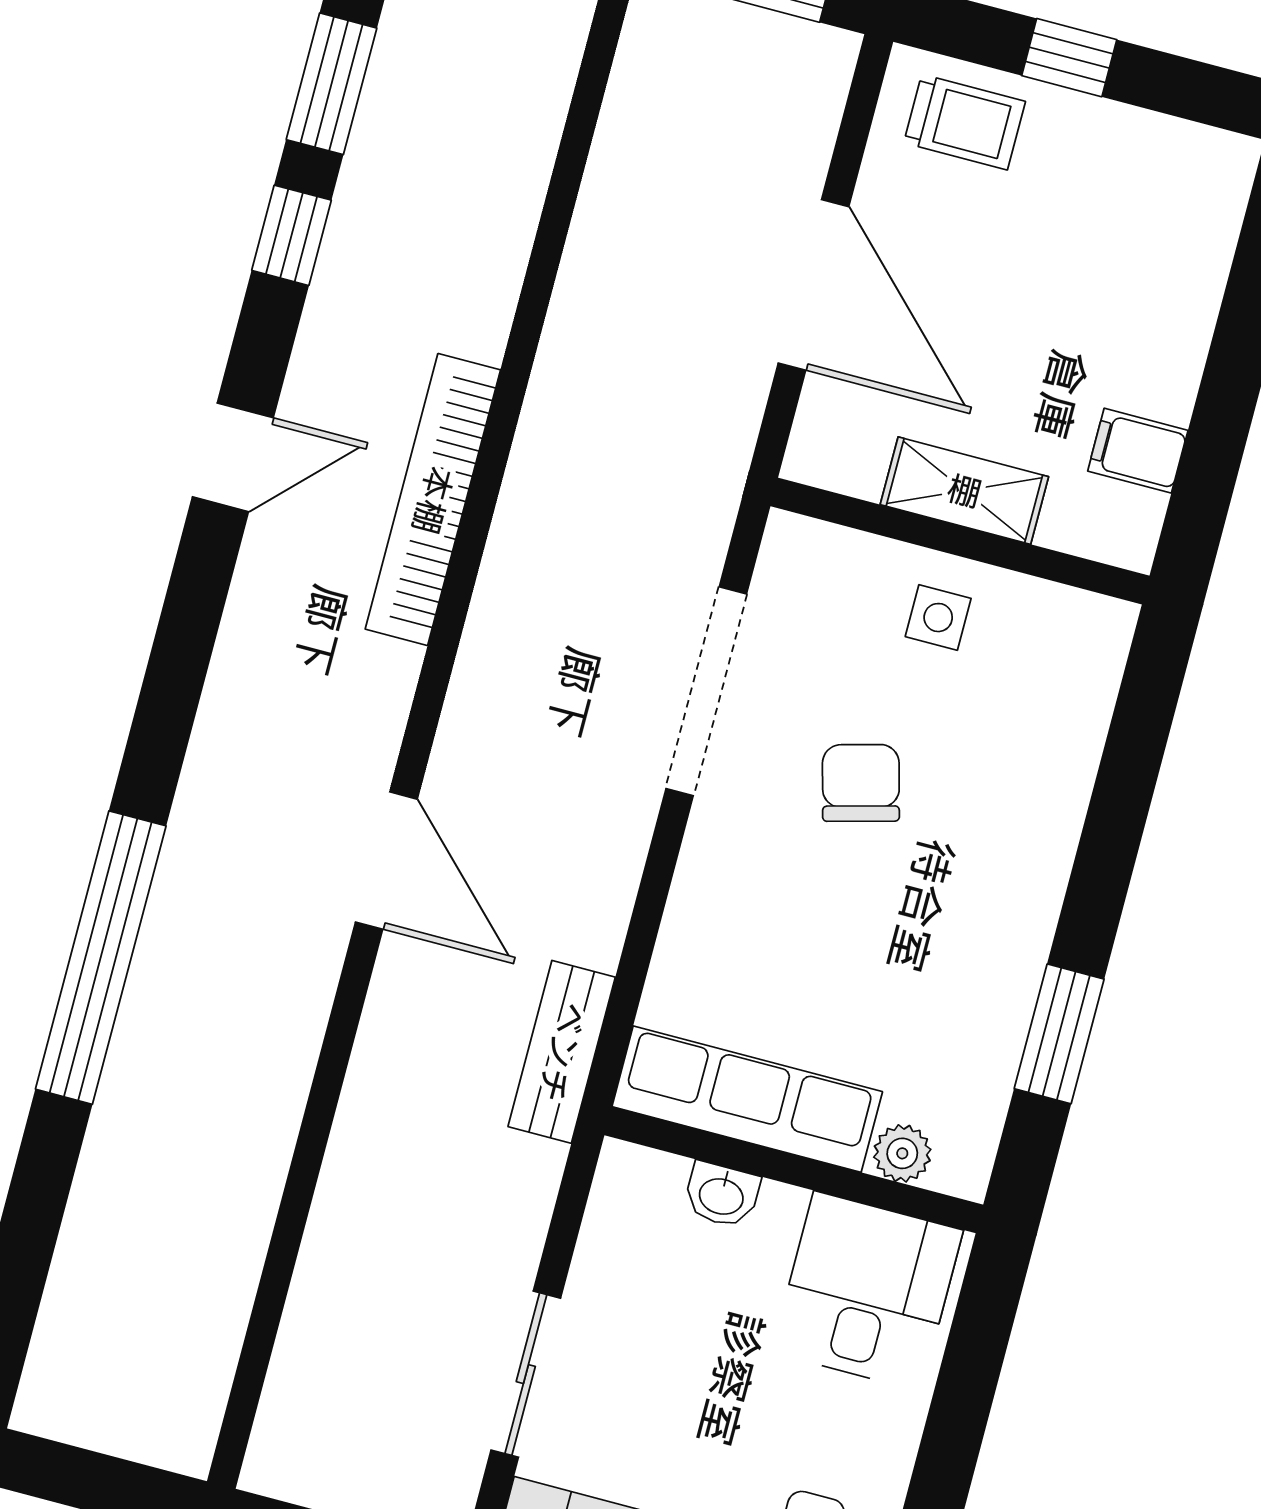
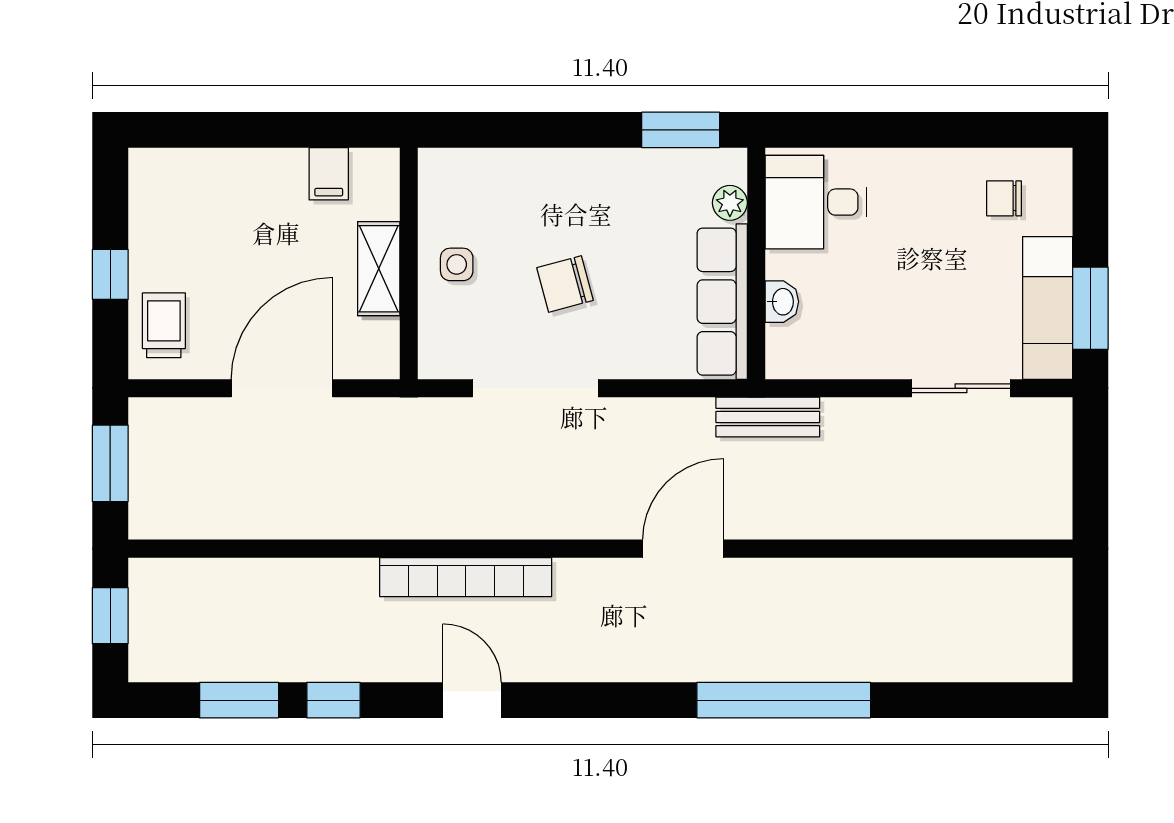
row of seats: (747, 1099) -> (722, 302), moved
plant: (902, 1153) -> (730, 203), moved
wall: (794, 1170) -> (756, 264), moved
washbasin: (722, 1195) -> (782, 302), moved
desk: (867, 1291) -> (816, 202), moved

